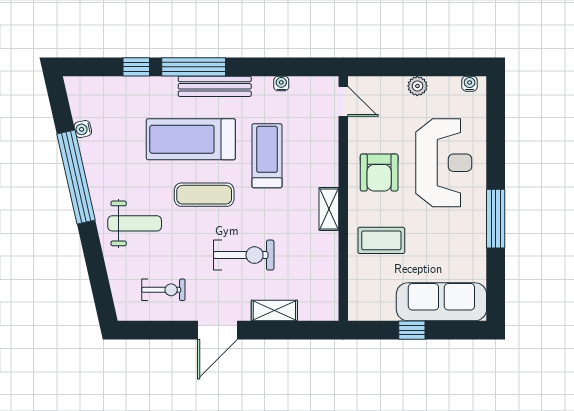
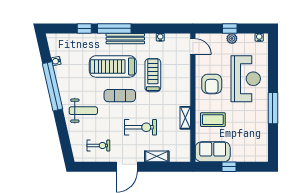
window: (413, 67) -> (230, 28), added
shelving: (329, 209) -> (185, 118), moved
sofa: (441, 302) -> (213, 152), moved, width x0.73

